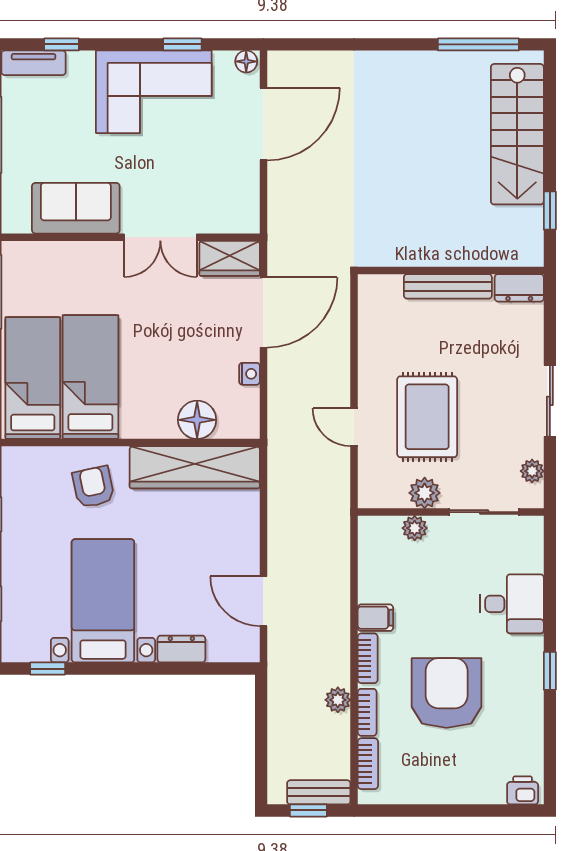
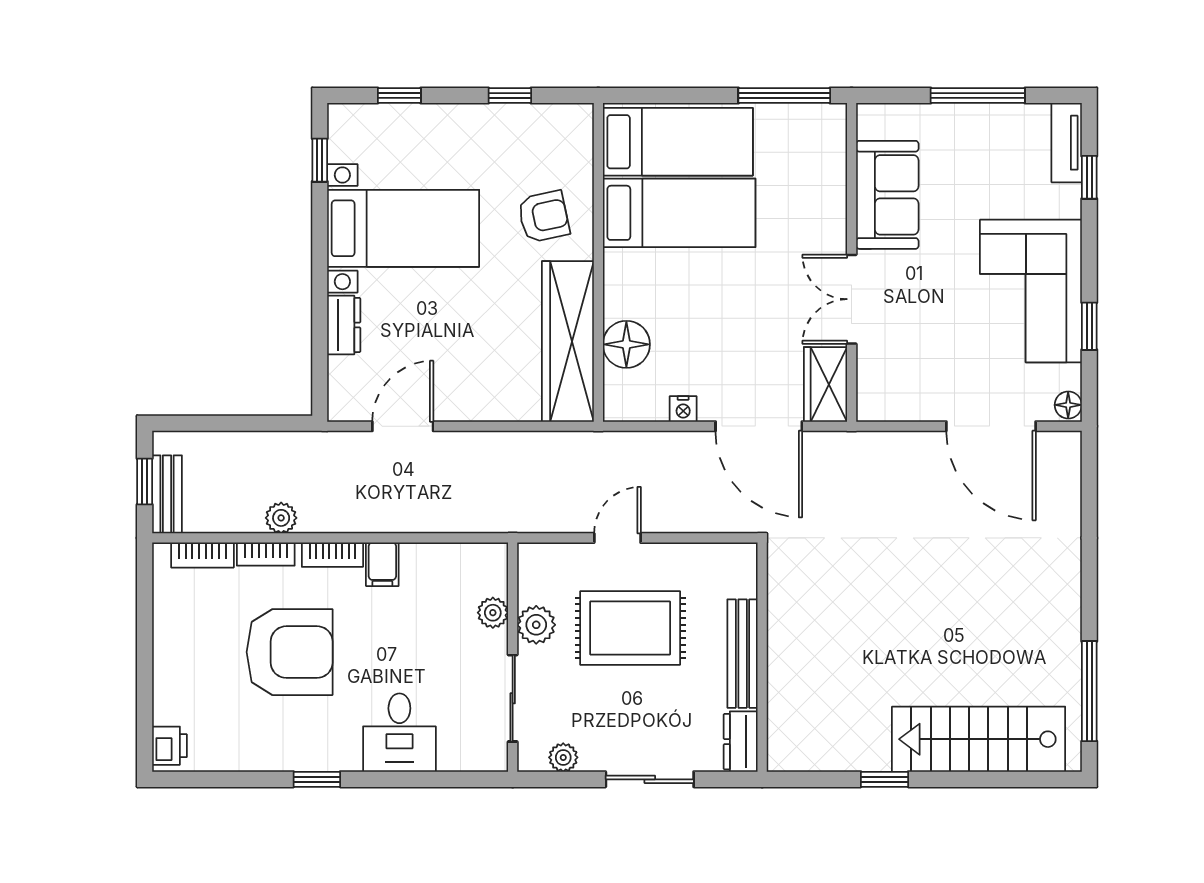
wall: (451, 270) -> (762, 657), moved
bench: (448, 286) -> (743, 654), moved
dresser: (519, 288) -> (741, 742), moved

